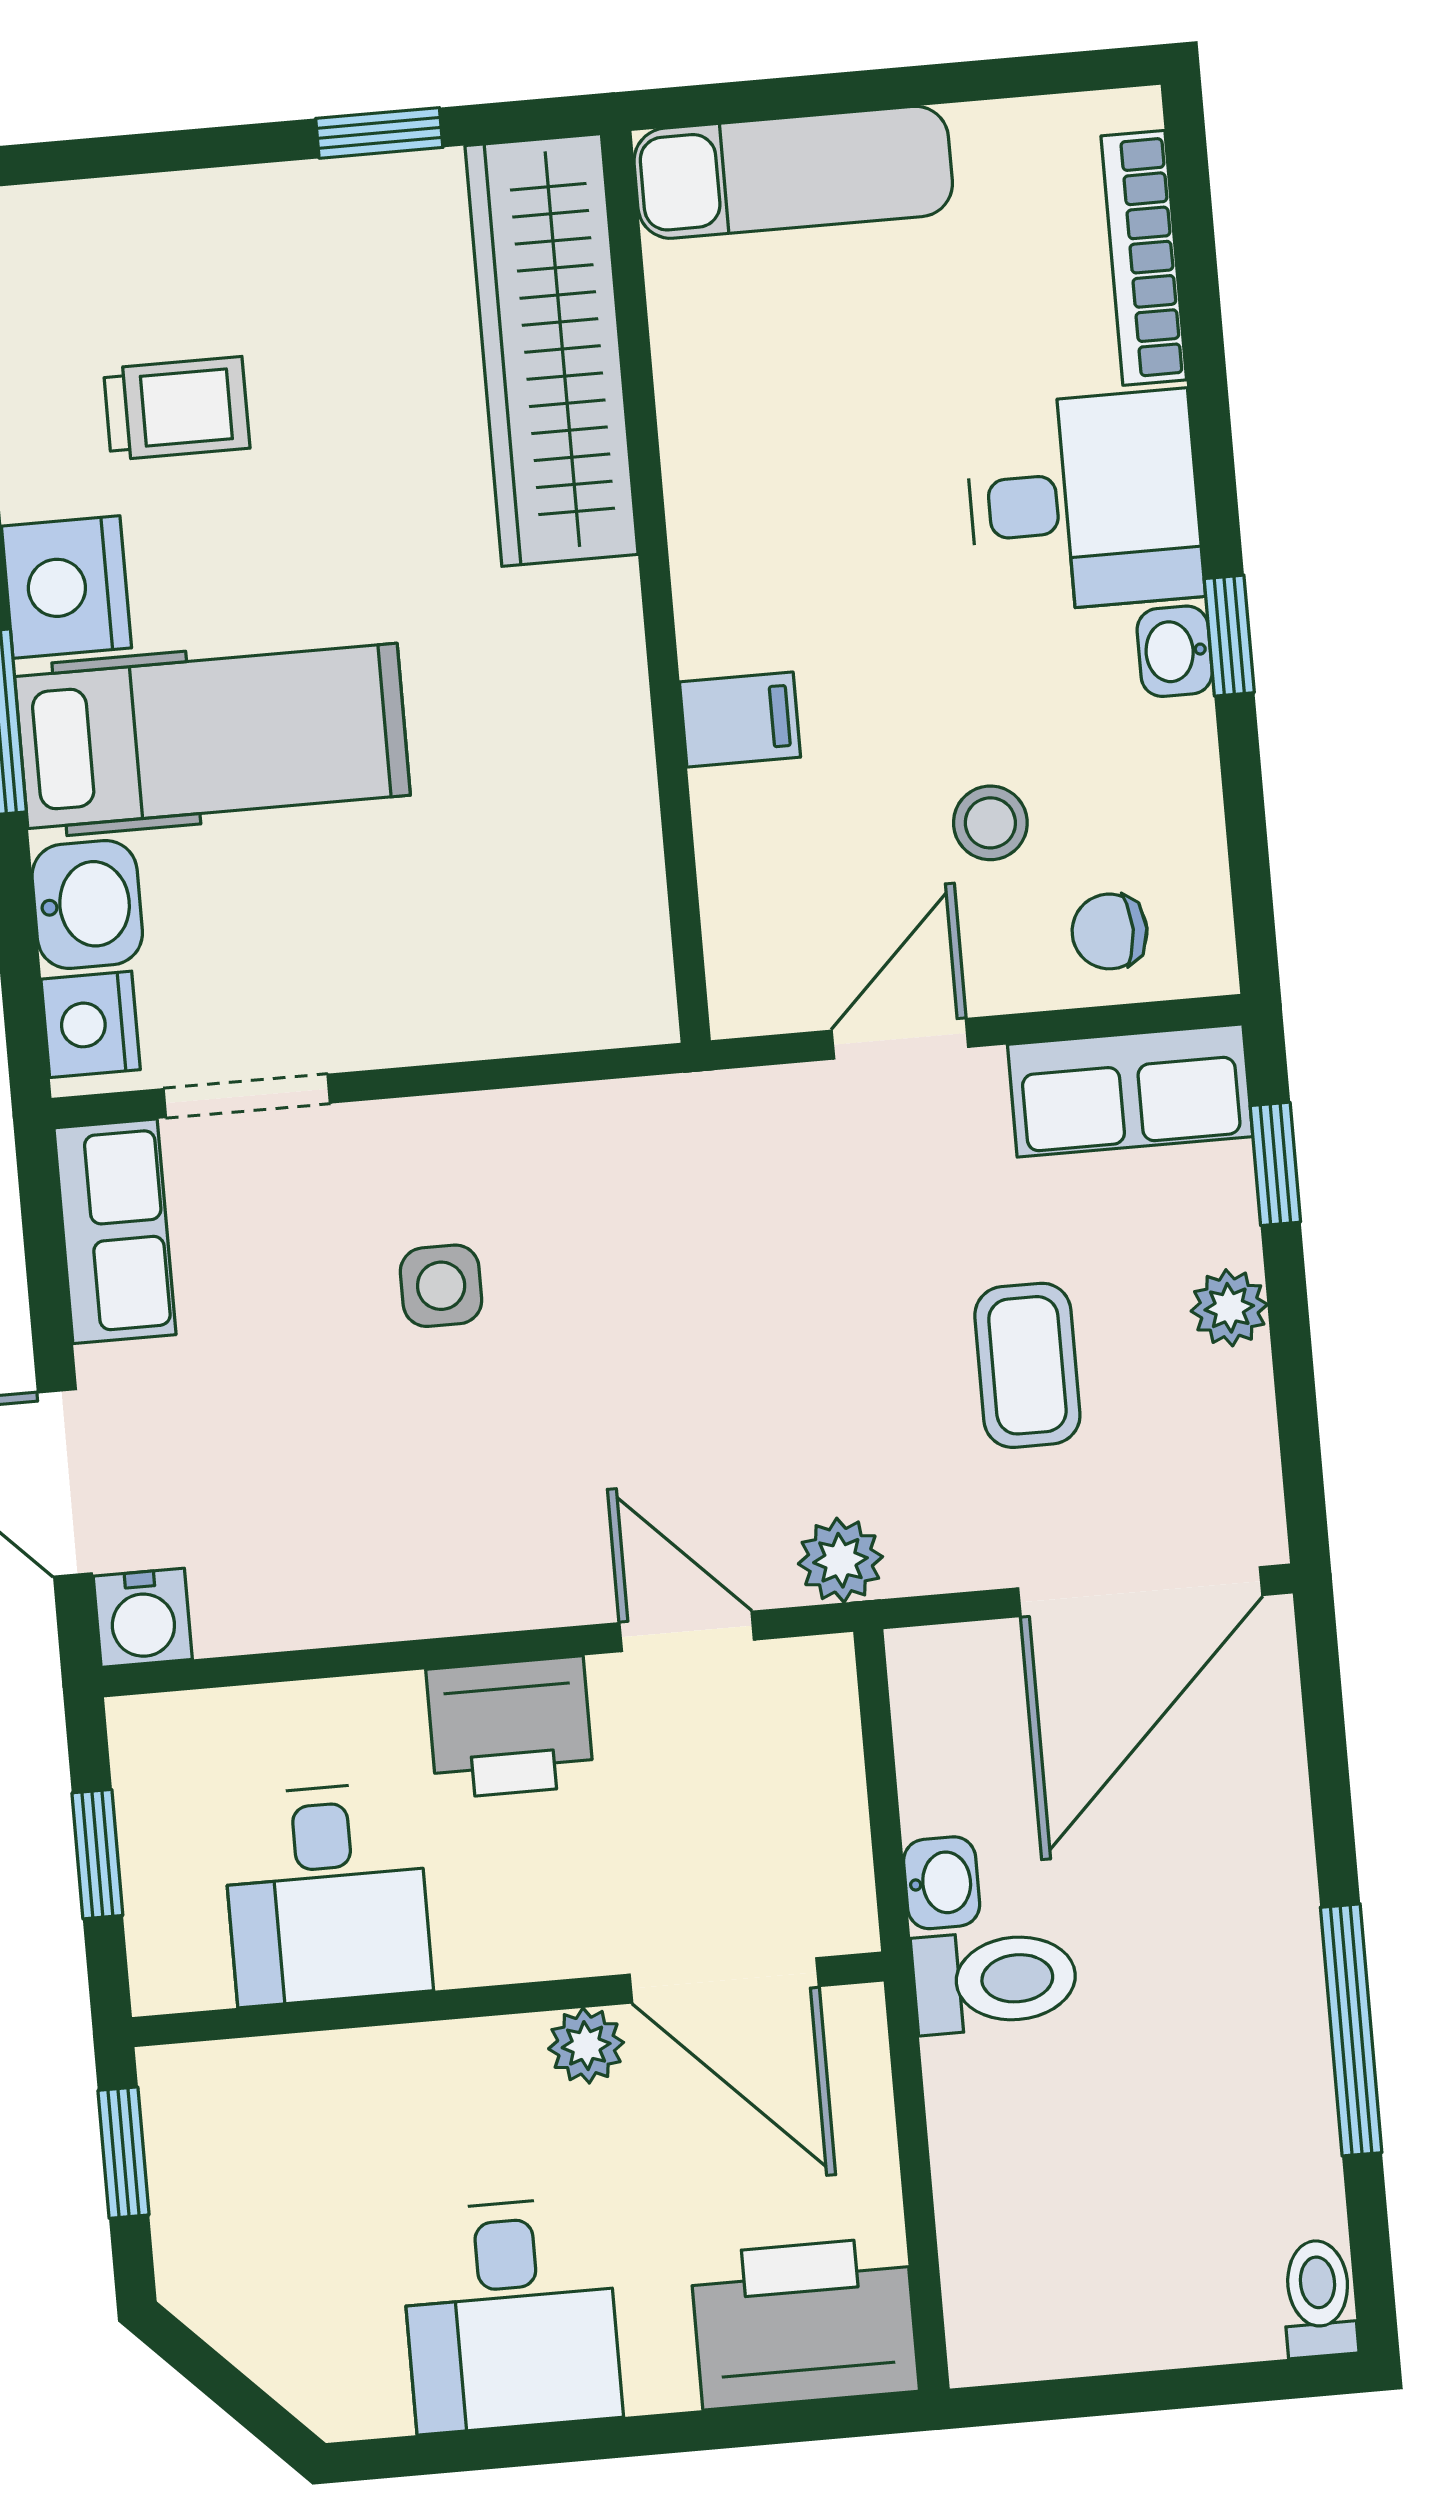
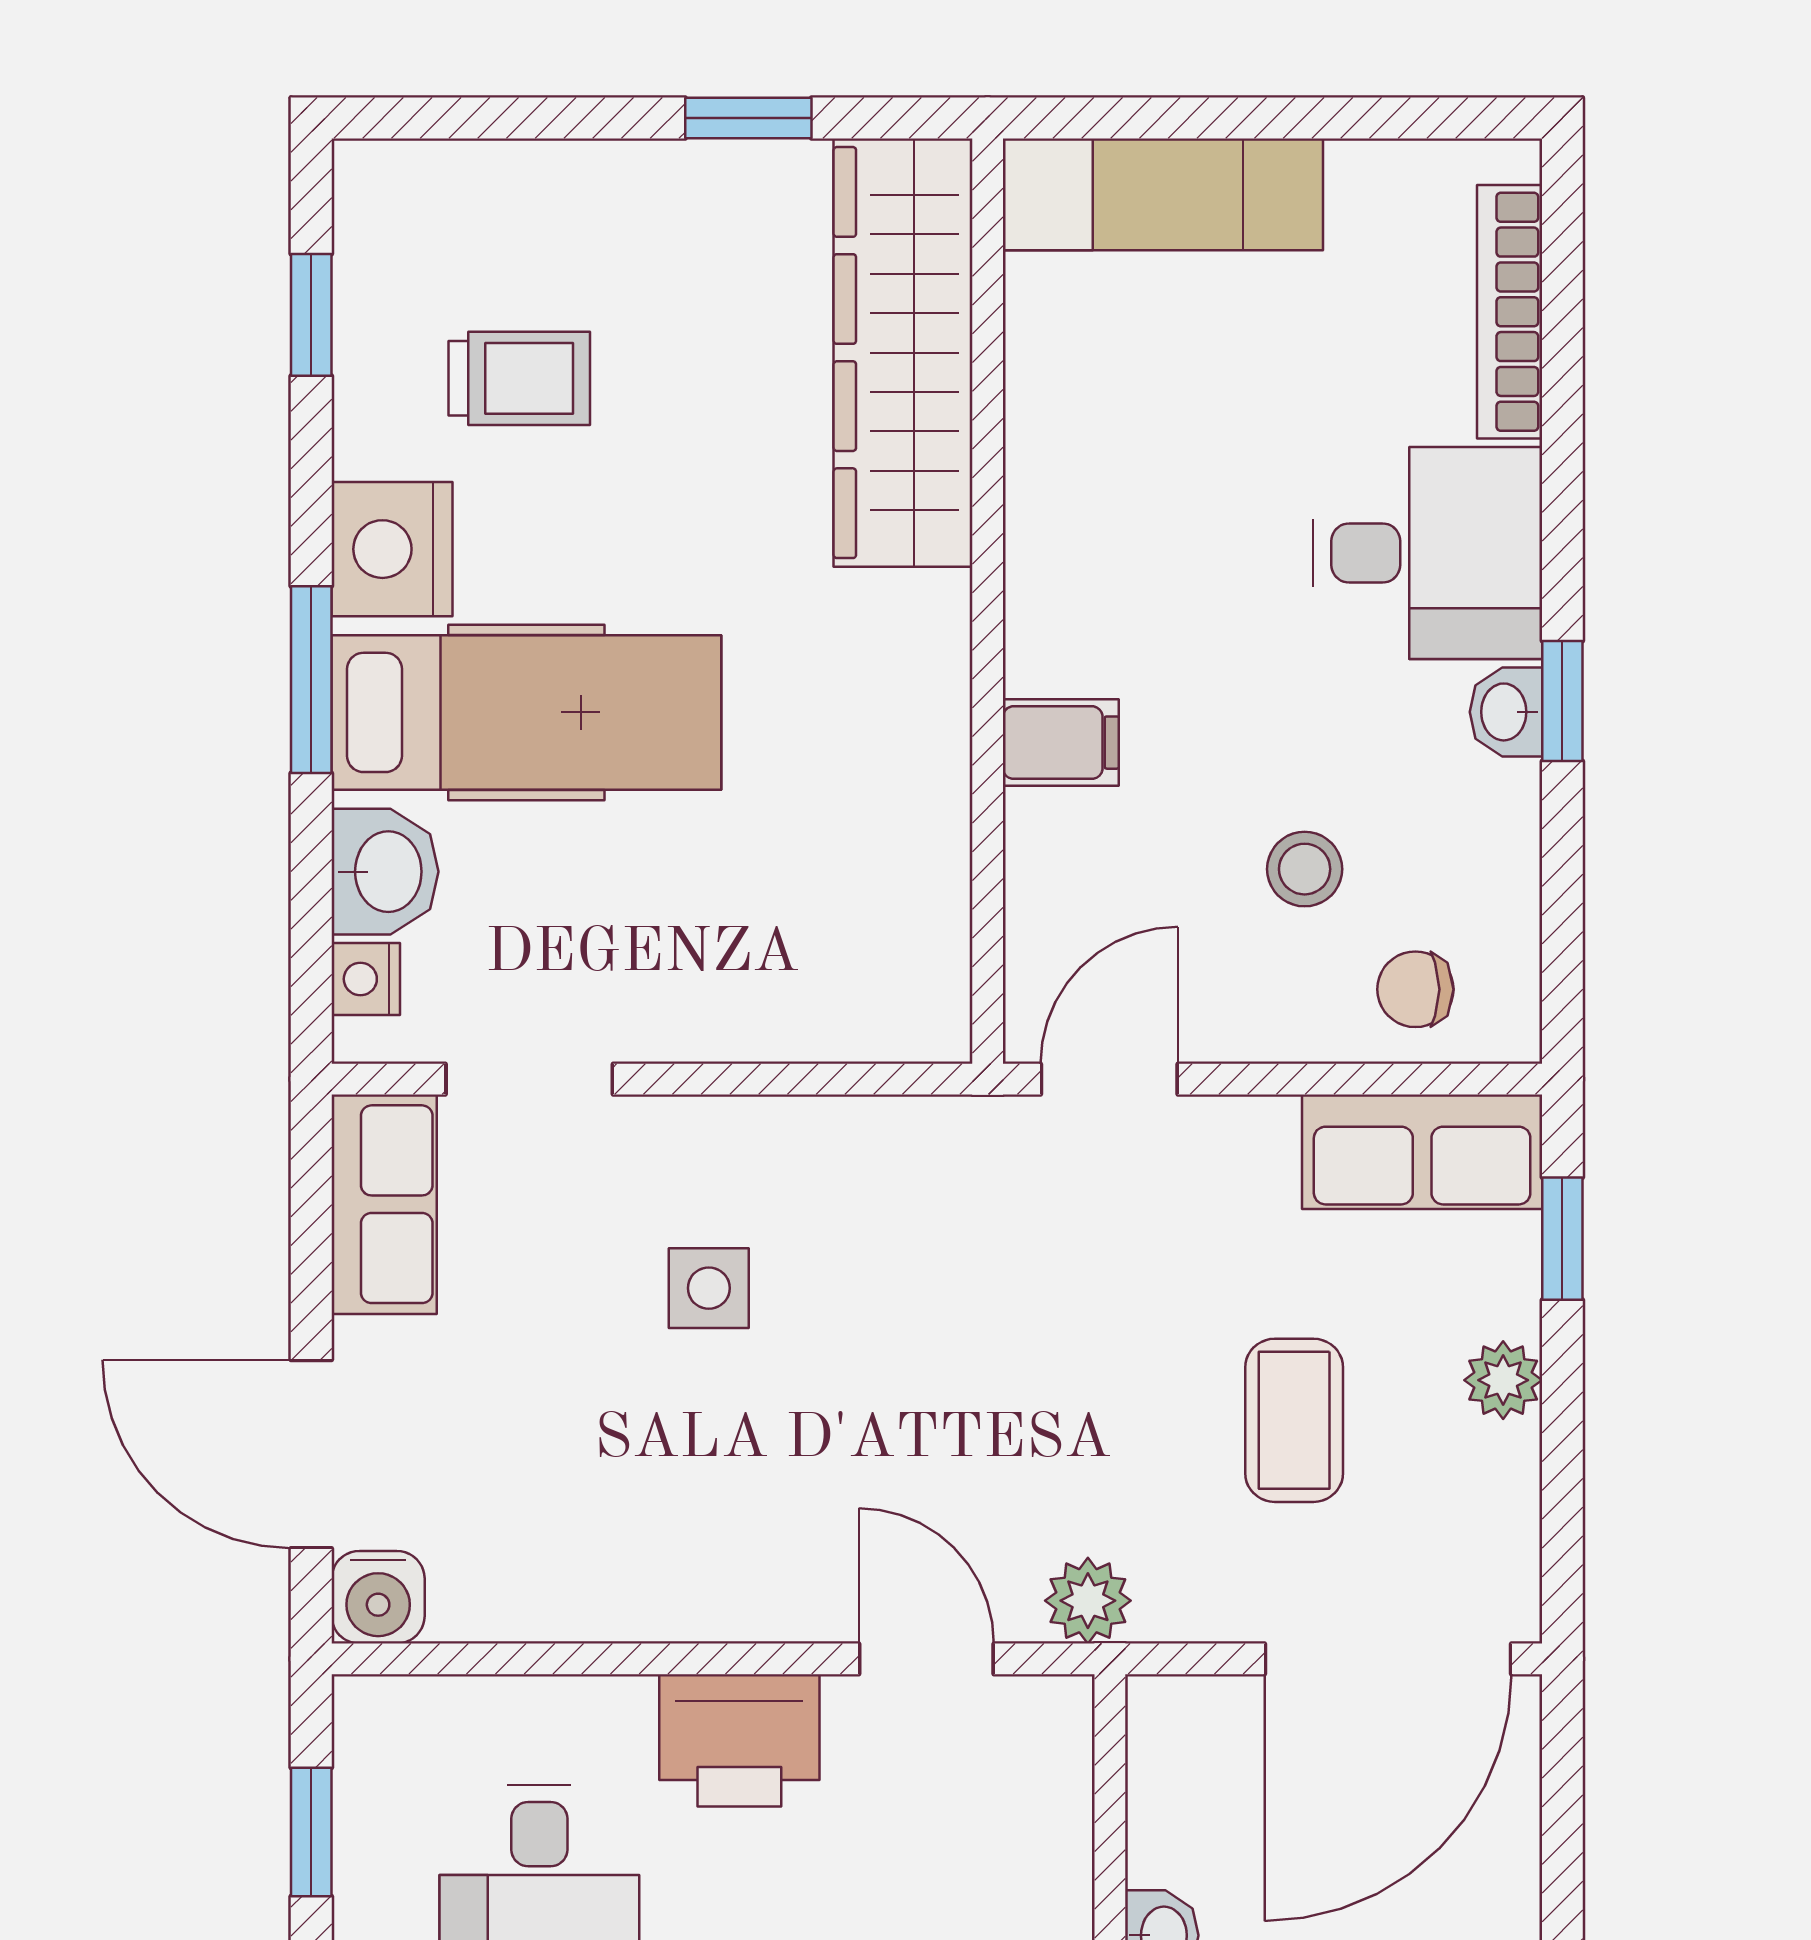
nightstand: (91, 1024) -> (366, 979), width x0.72, depth x0.74
door: (900, 1039) -> (1109, 1079), moved

